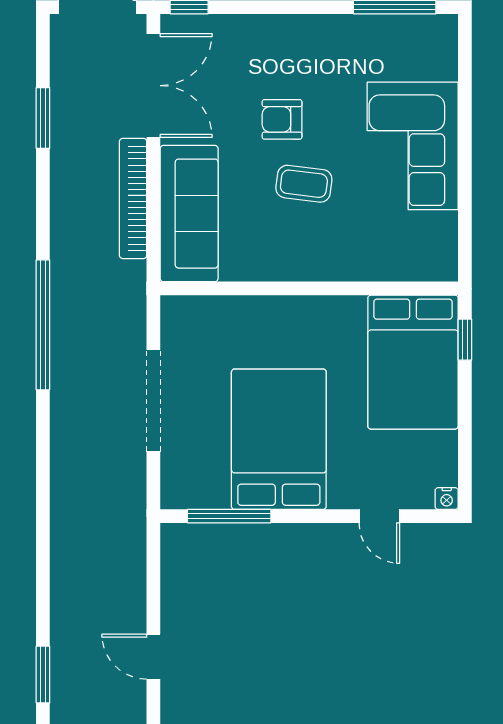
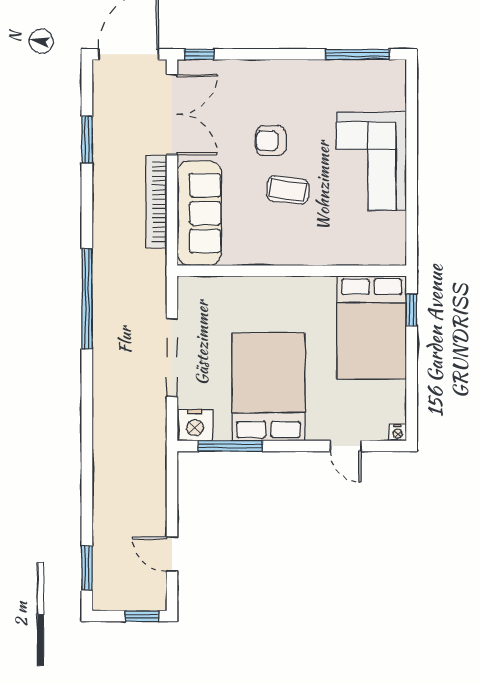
nightstand: (183, 489) -> (195, 425), added

